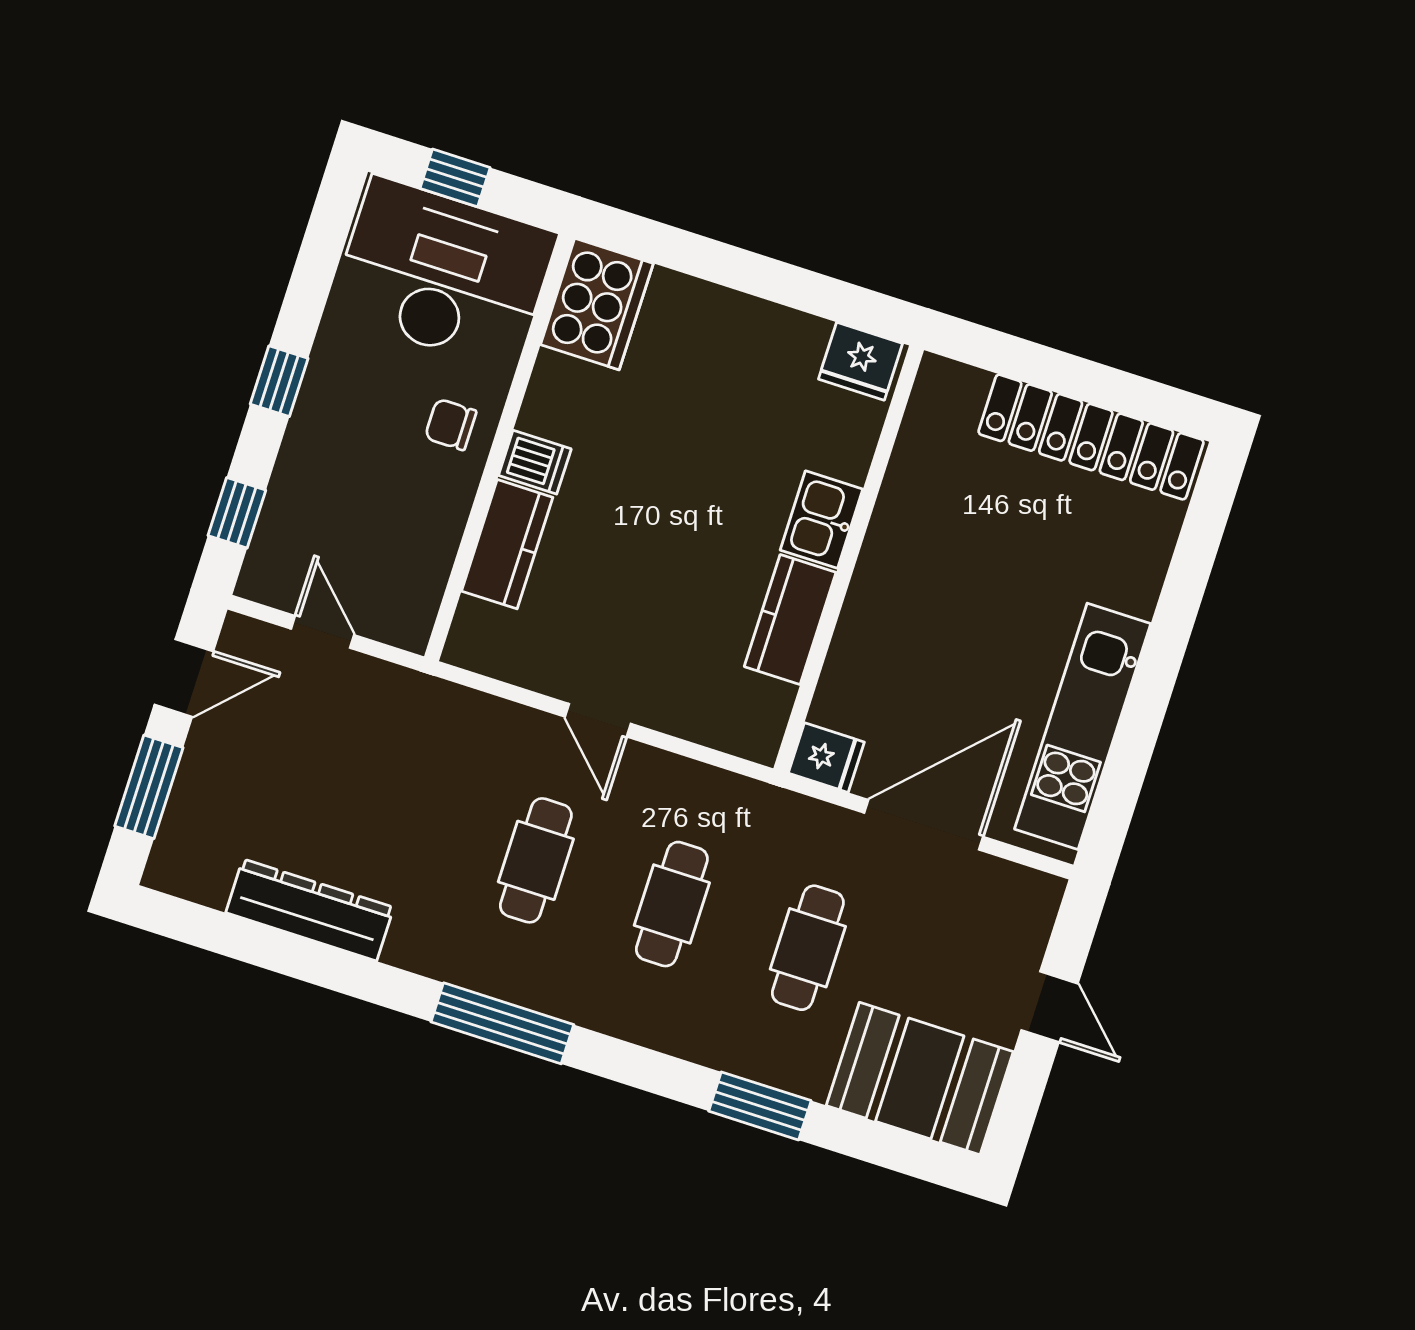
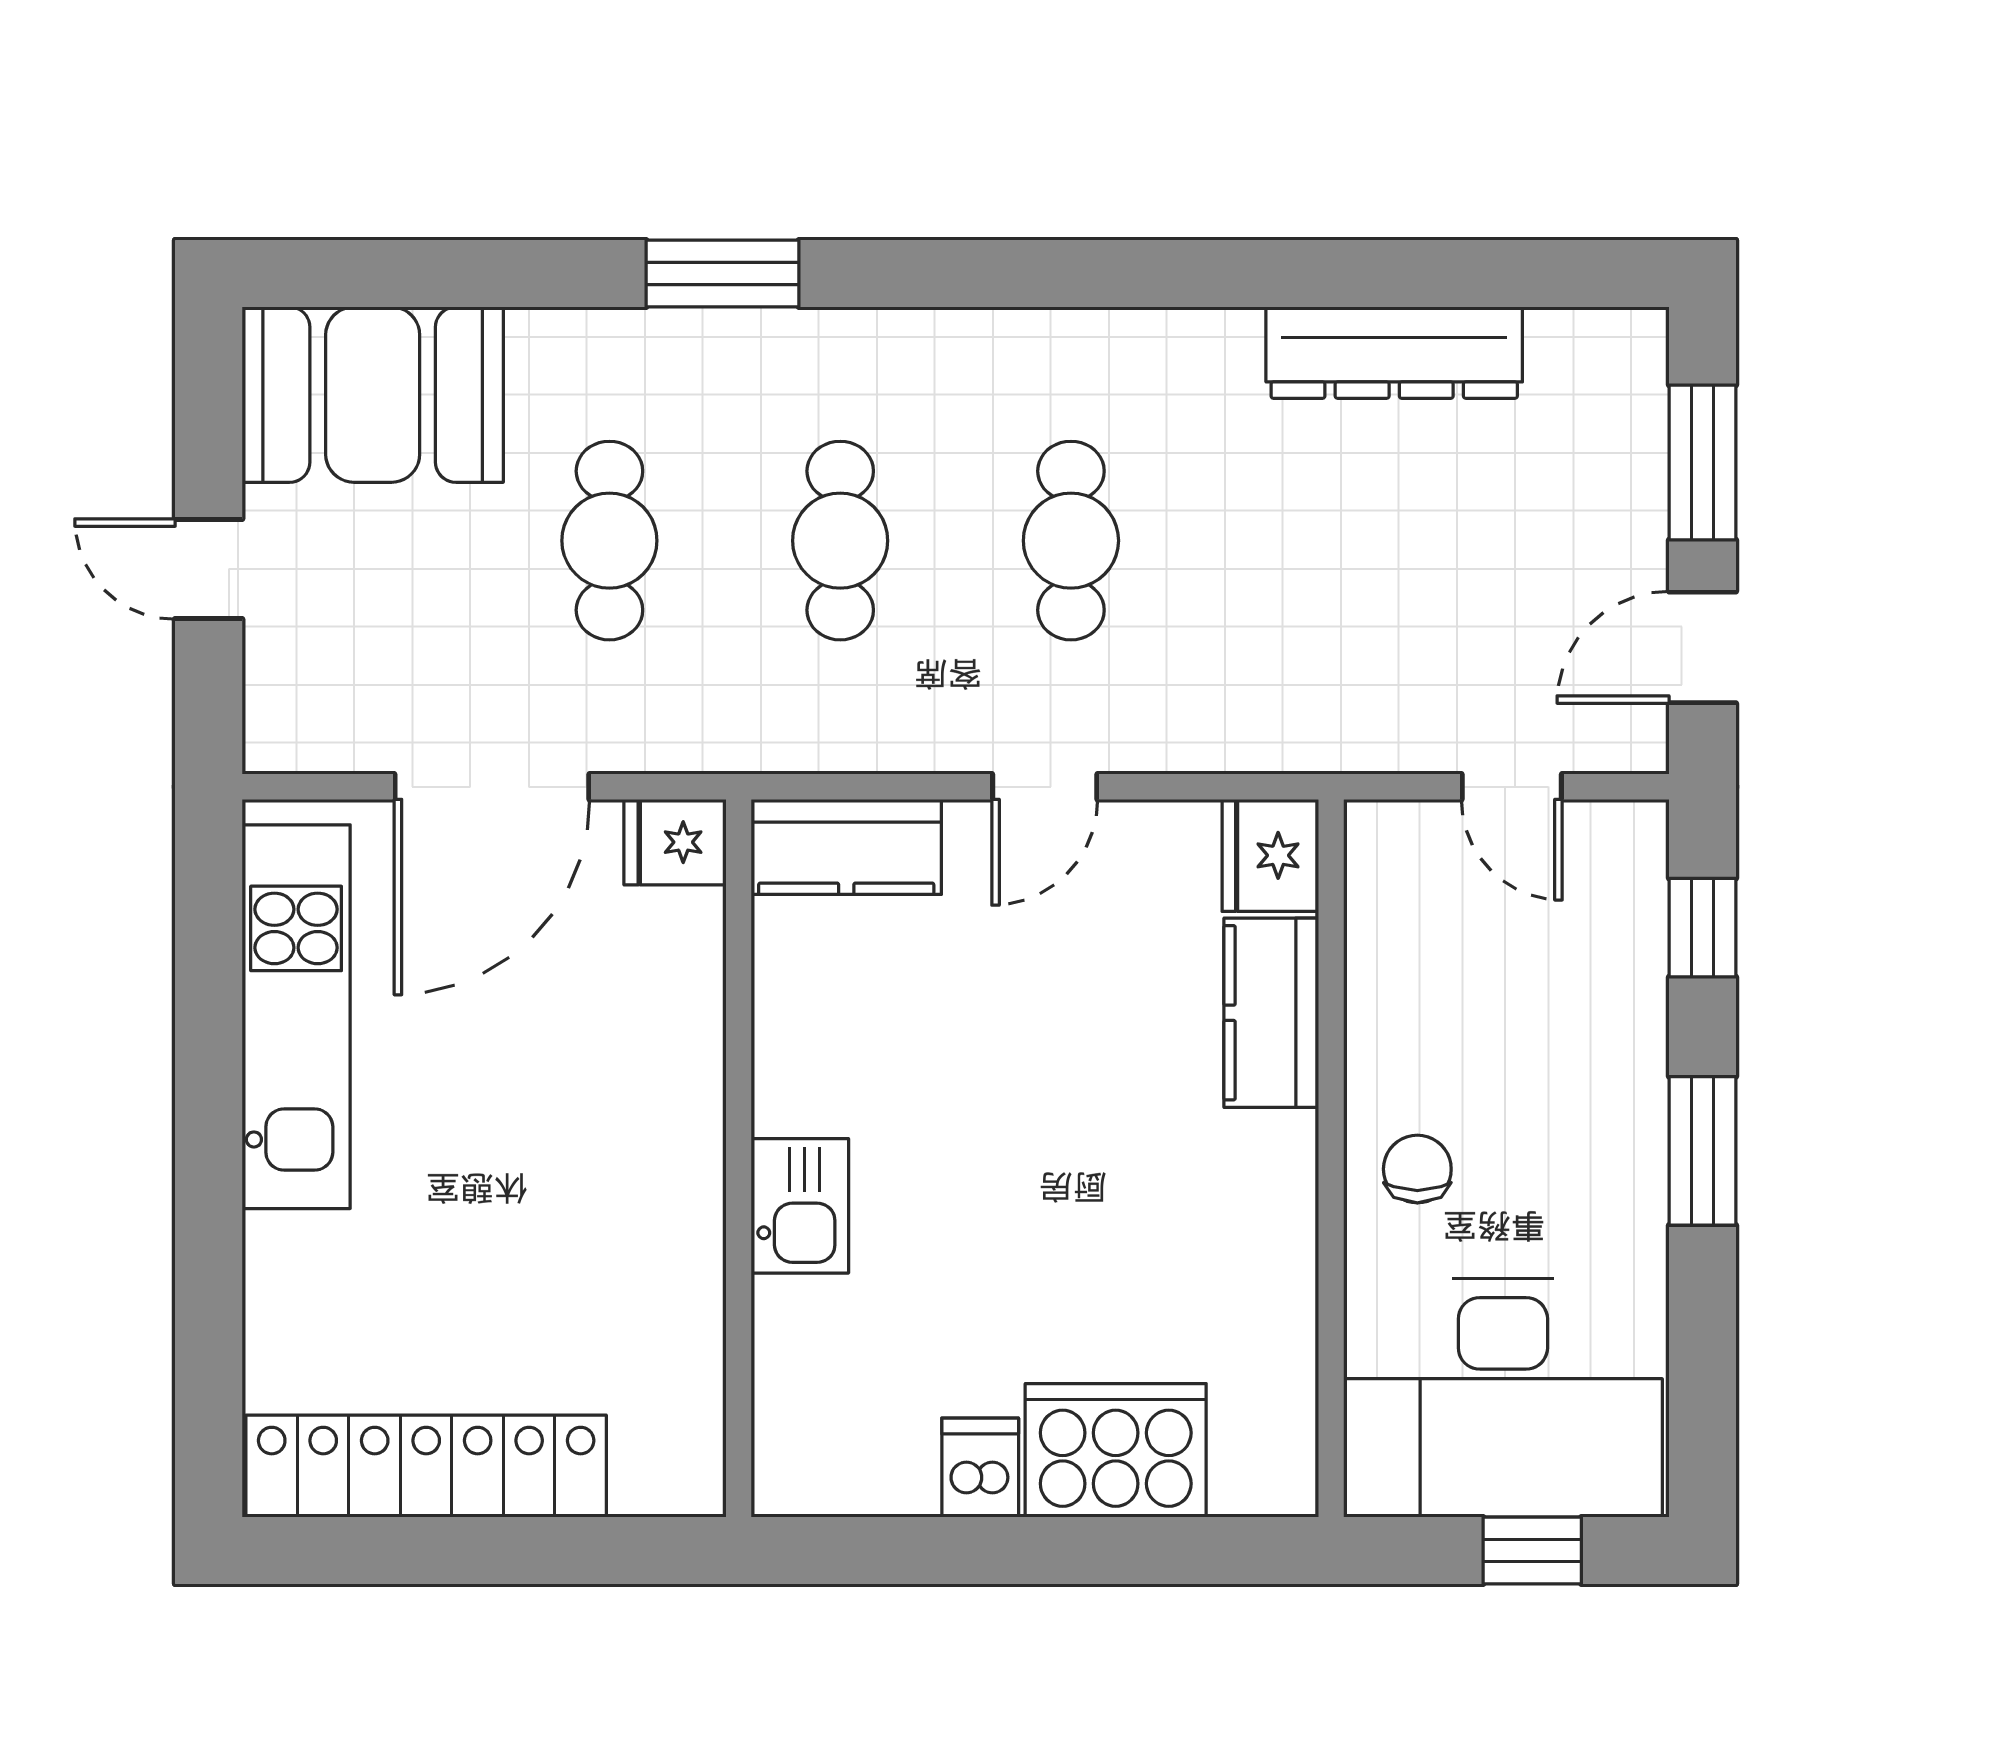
cooker: (597, 304) -> (1116, 1450), moved, turned 90
fridge: (860, 361) -> (1270, 855), moved, turned -90
window: (279, 381) -> (1702, 1151), width x1.50
chair: (451, 424) -> (1417, 1169), turned -90
dishwasher: (535, 462) -> (980, 1468), moved, turned 90
kitchen counter: (790, 619) -> (846, 847), moved, turned 90
door: (598, 720) -> (1045, 787), swing flipped
window: (502, 1023) -> (1042, 274), removed
window: (760, 1106) -> (723, 274), moved

